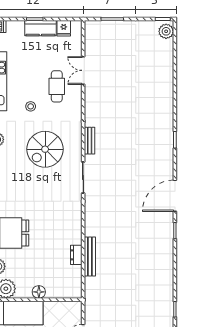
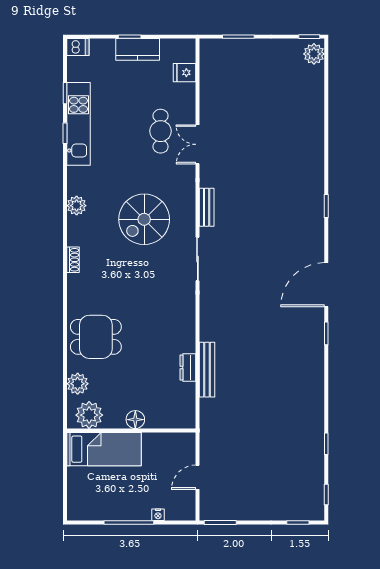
fridge: (64, 28) -> (185, 73), moved, turned 90
double door: (83, 70) -> (197, 144), moved
stool: (31, 106) -> (124, 159), removed

